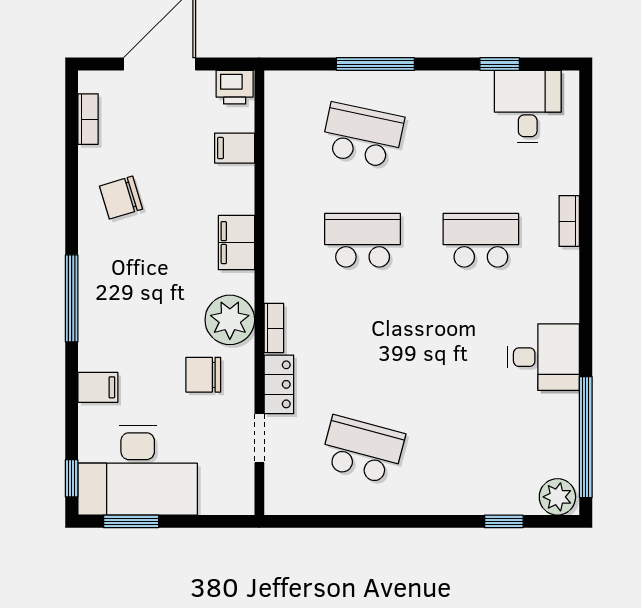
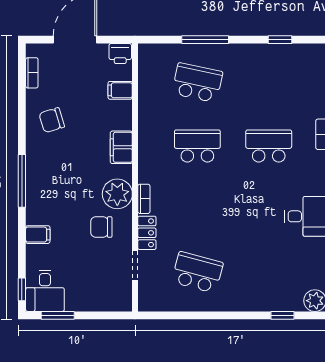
desk: (528, 106) -> (297, 65), removed
desk: (138, 470) -> (45, 291), width x0.53, depth x0.77

